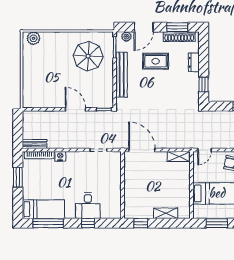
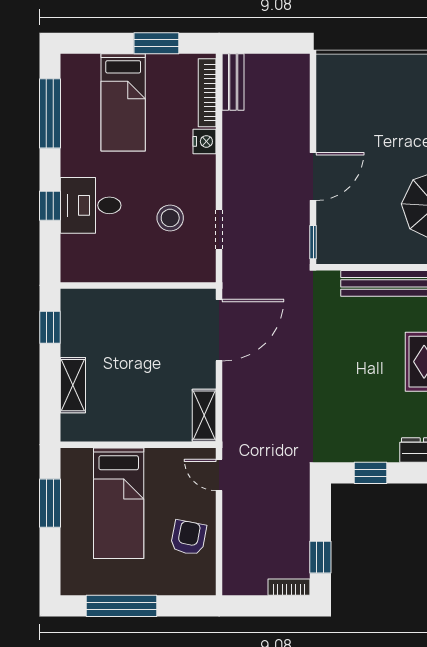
stool: (93, 171) -> (170, 218), added
bed: (43, 209) -> (123, 102), moved

